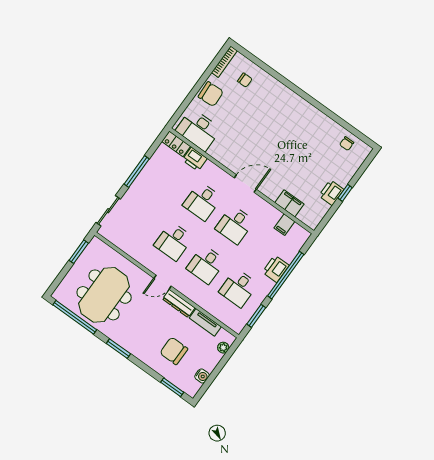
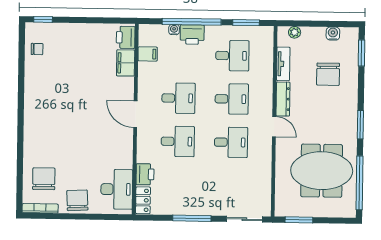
chair: (245, 80) -> (44, 179), width x1.87, depth x1.87
printer: (331, 193) -> (126, 37), moved, turned 90
window: (345, 193) -> (43, 19), moved
water cooler: (289, 258) -> (174, 30), added

